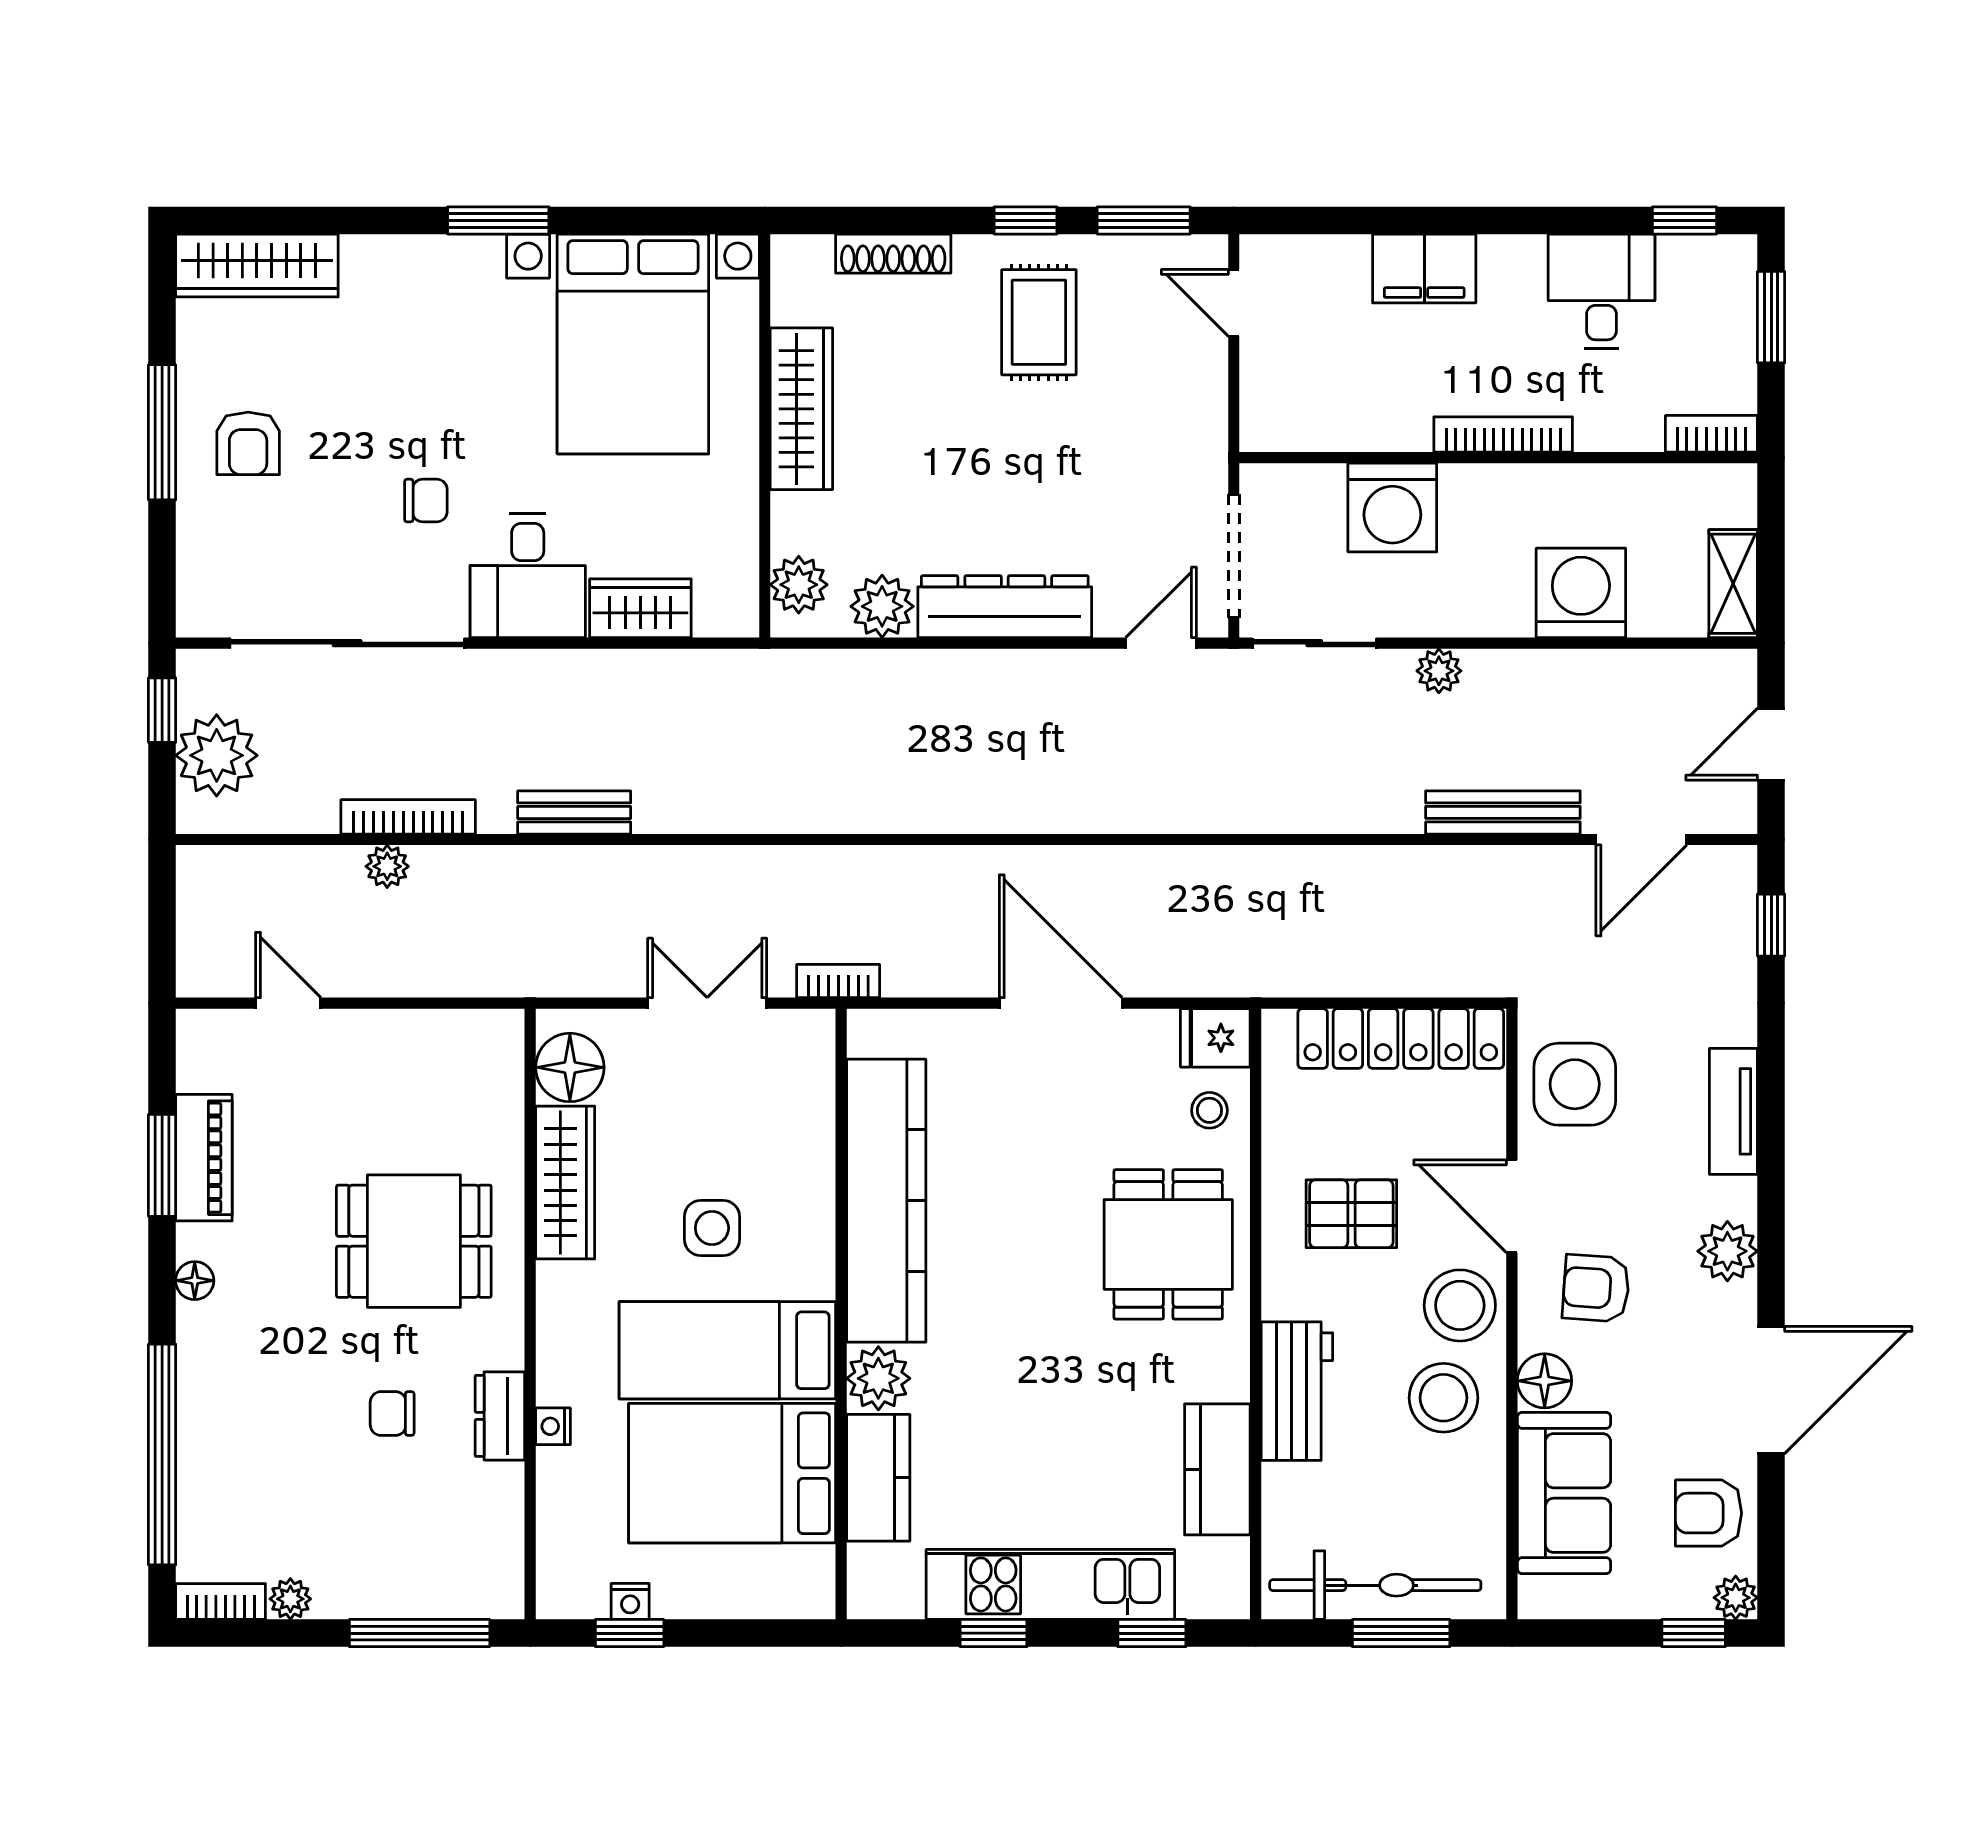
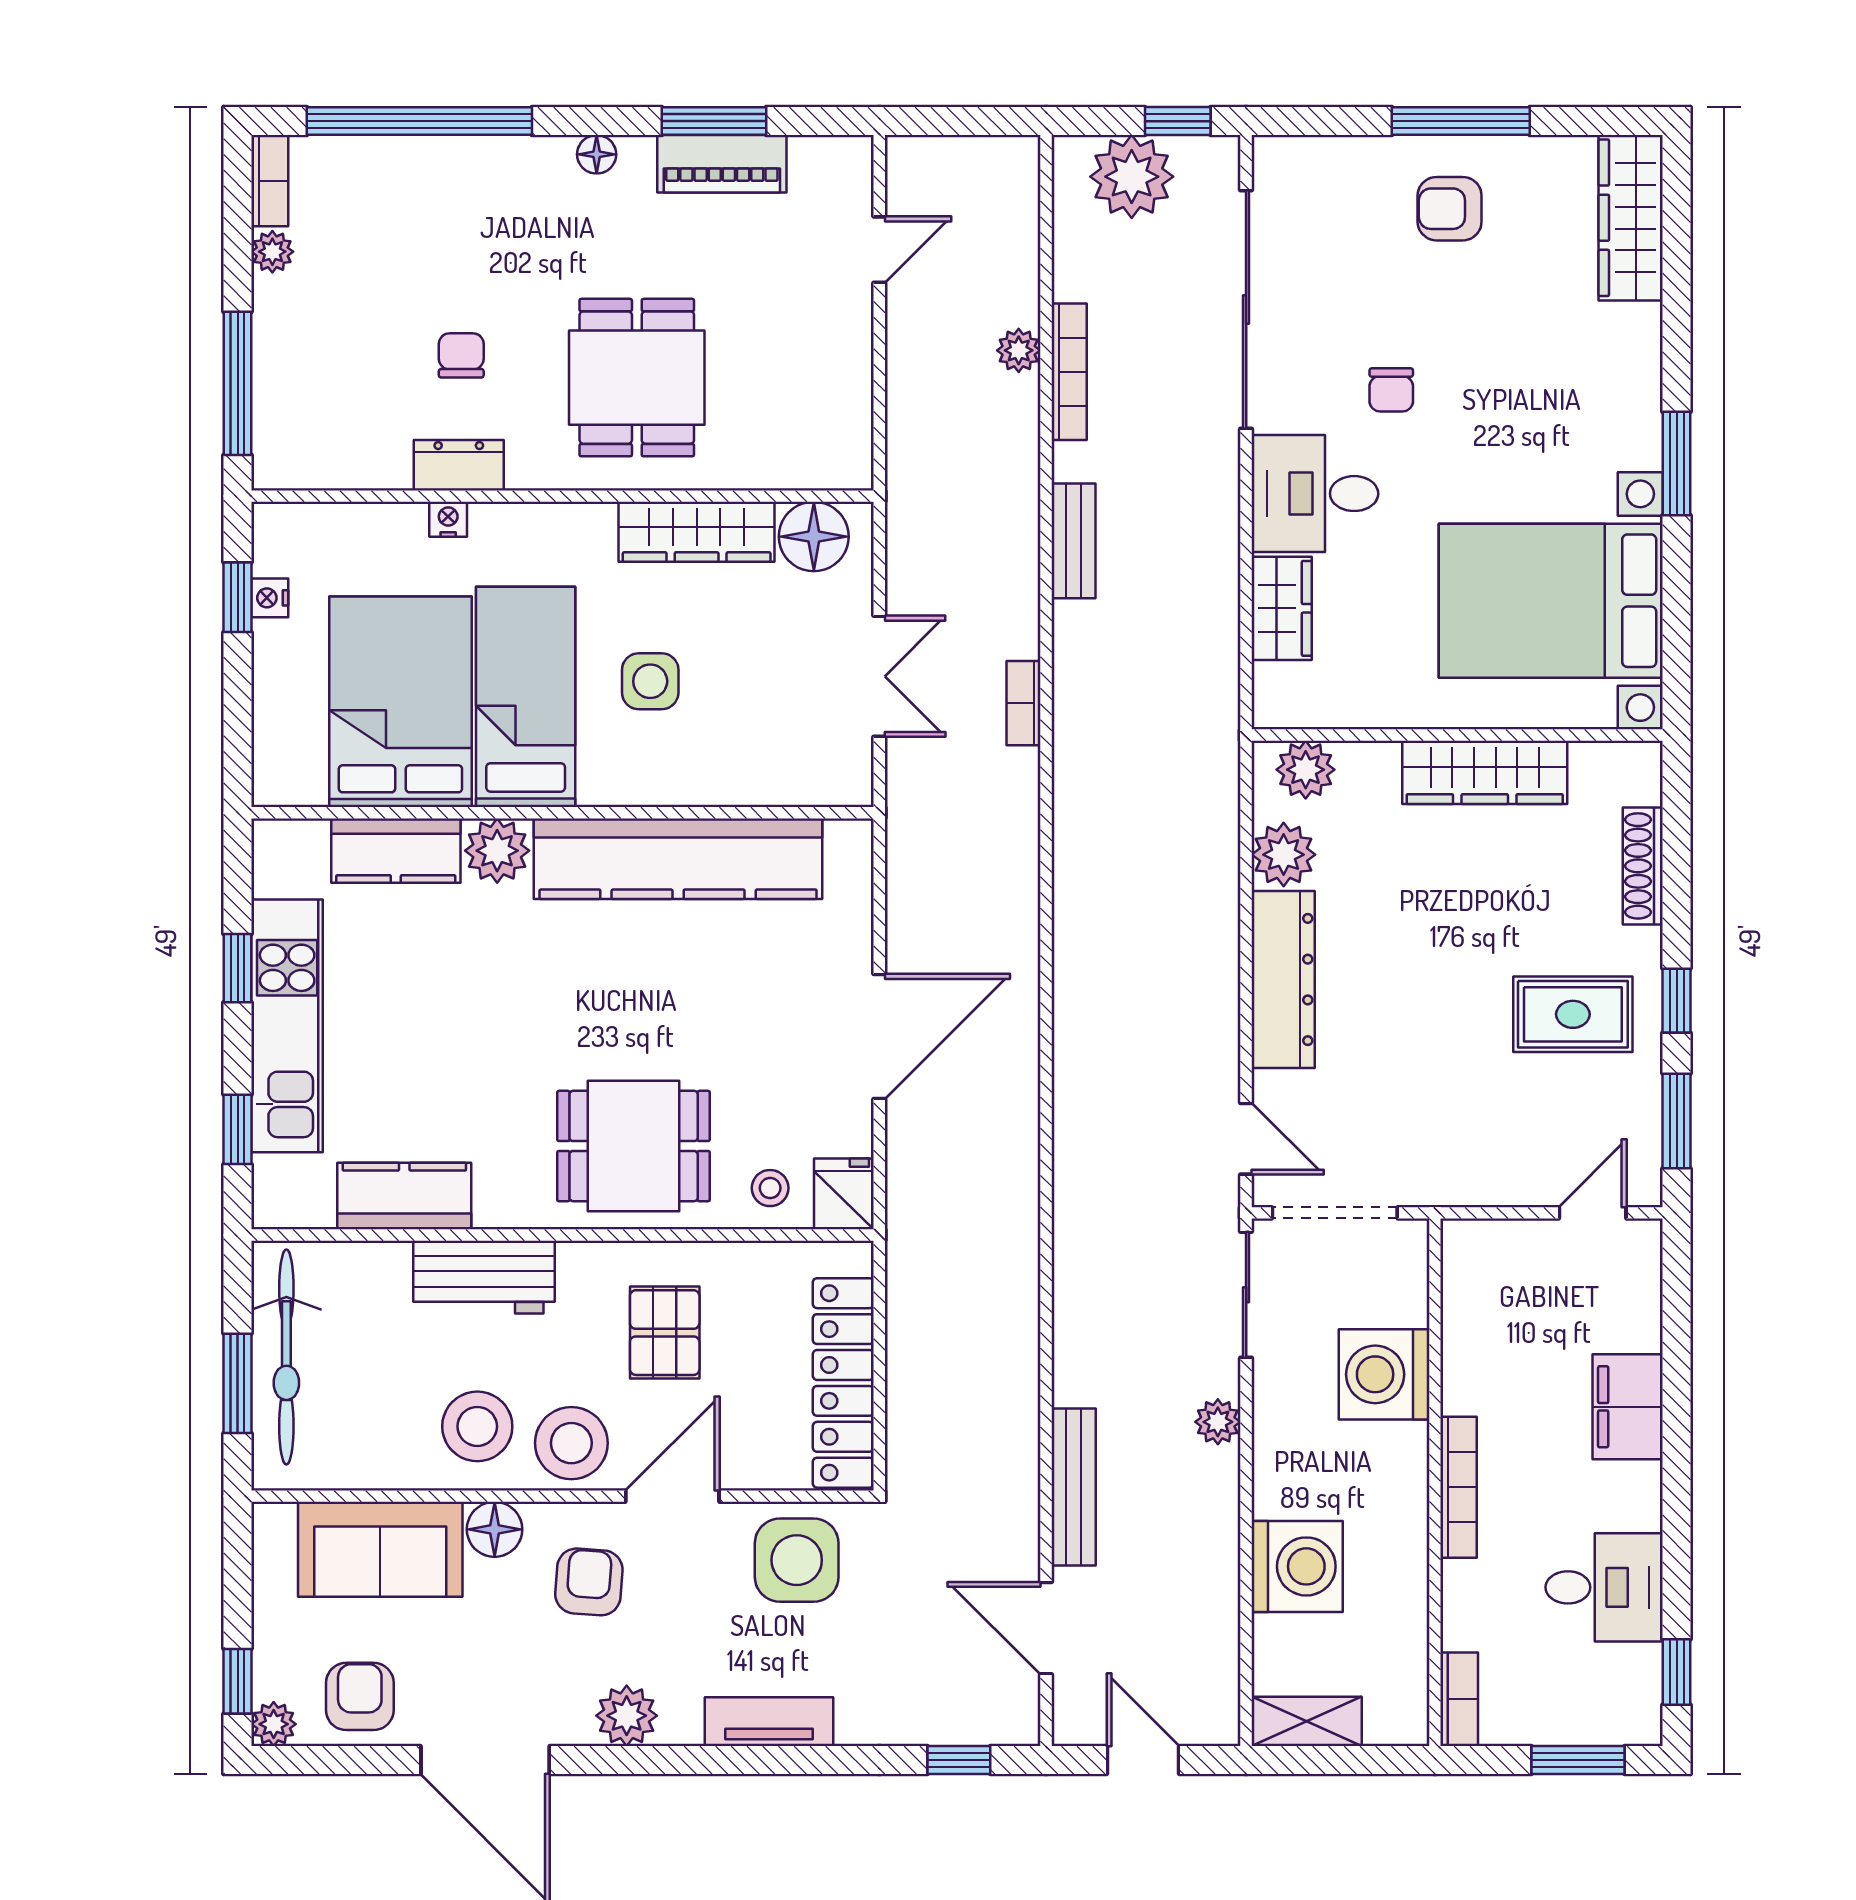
bookcase: (838, 981) -> (1024, 703), moved, turned 180

